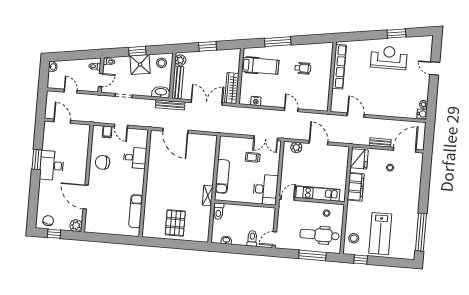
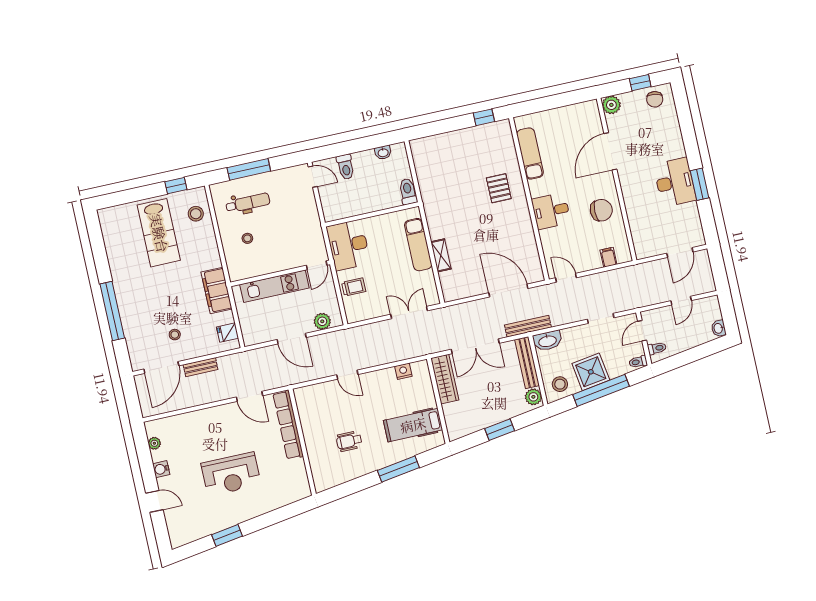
window: (137, 51) -> (601, 390), width x2.11
reception desk: (389, 58) -> (231, 474), moved
row of seats: (339, 67) -> (288, 425), moved
door: (71, 91) -> (681, 301), hinge flipped
water cooler: (422, 114) -> (161, 469), moved
door: (62, 121) -> (680, 253), hinge flipped
door: (121, 126) -> (566, 278), moved
double door: (266, 138) -> (409, 313), moved
trolley: (253, 157) -> (354, 287), moved
desk: (135, 158) -> (551, 211), moved
fridge: (359, 159) -> (228, 333), width x0.53, depth x0.75
kitchen unit: (318, 194) -> (274, 286), moved
shelving: (208, 196) -> (441, 255), moved
door: (86, 197) -> (610, 151), swing flipped
door: (288, 198) -> (317, 265), moved
wall: (312, 200) -> (280, 273), moved
pallet: (175, 223) -> (499, 188), moved, width x0.67, depth x0.71
window: (421, 232) -> (112, 311), moved
lab bench: (380, 234) -> (159, 233), turned 180
dental chair: (320, 235) -> (248, 203), width x0.73, depth x0.72
door: (274, 239) -> (313, 177), hinge flipped
window: (157, 242) -> (484, 117), added

